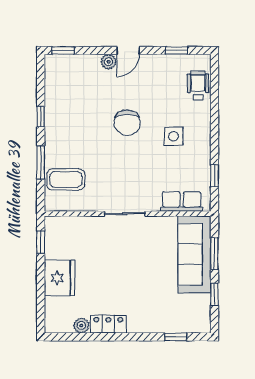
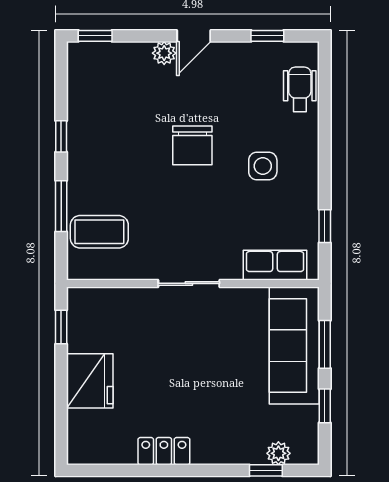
plant: (81, 326) -> (278, 453), moved

